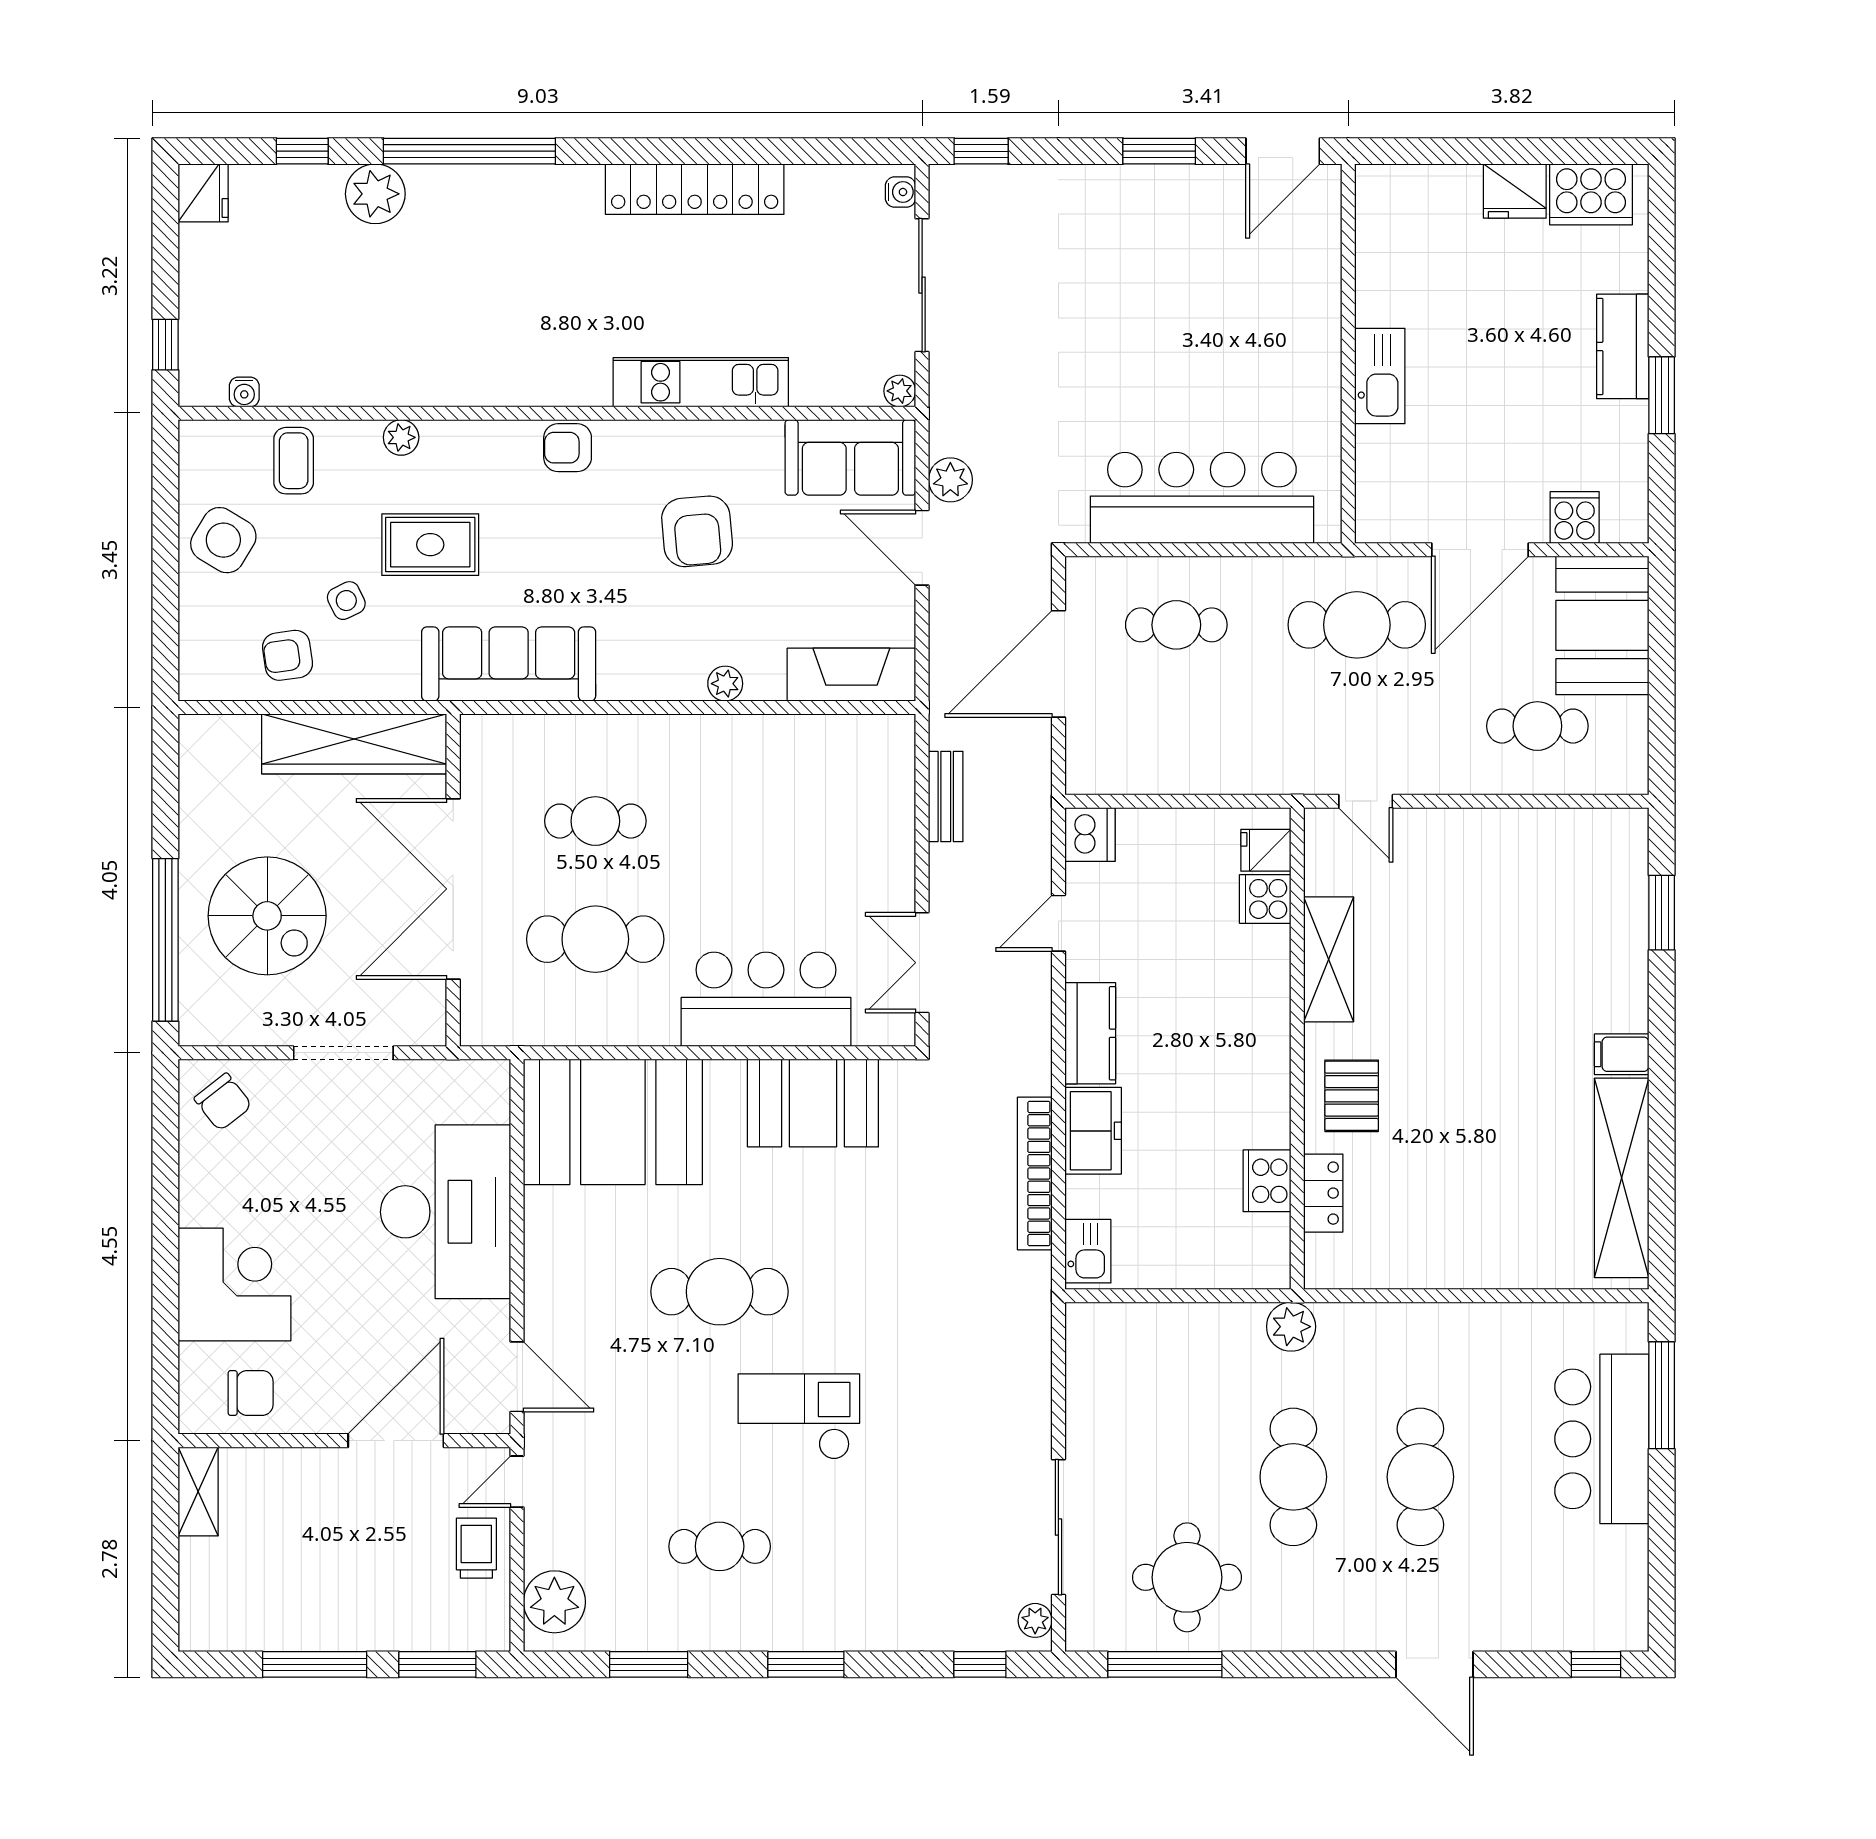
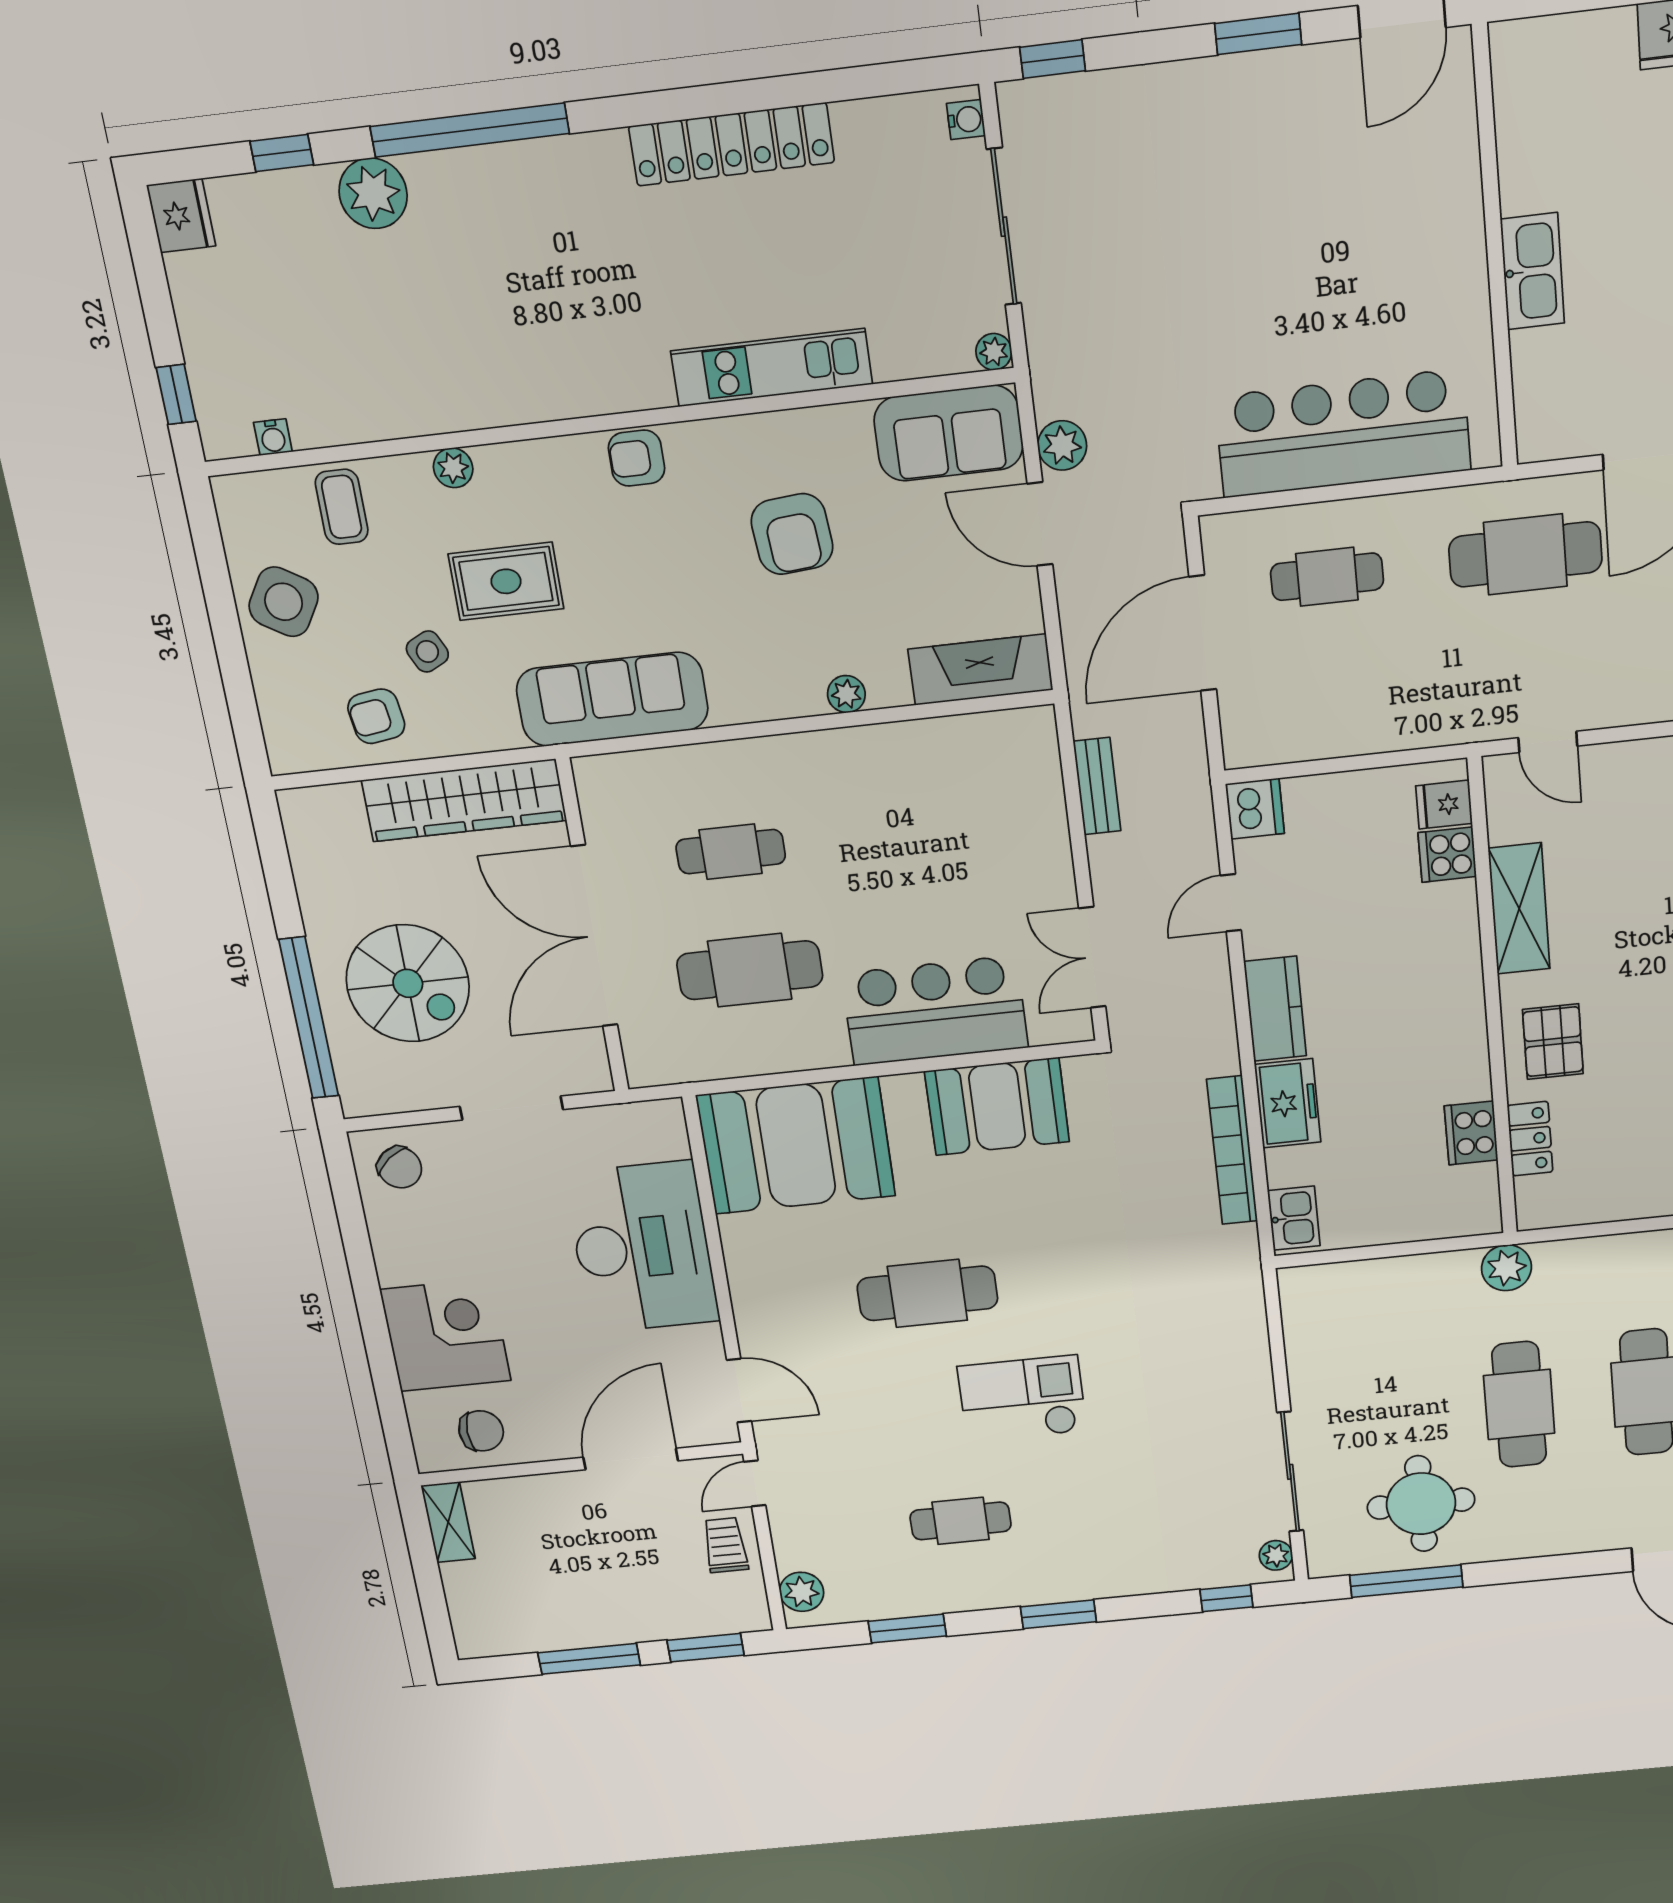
plant: (554, 1602) -> (802, 1592), width x0.73, depth x0.73

